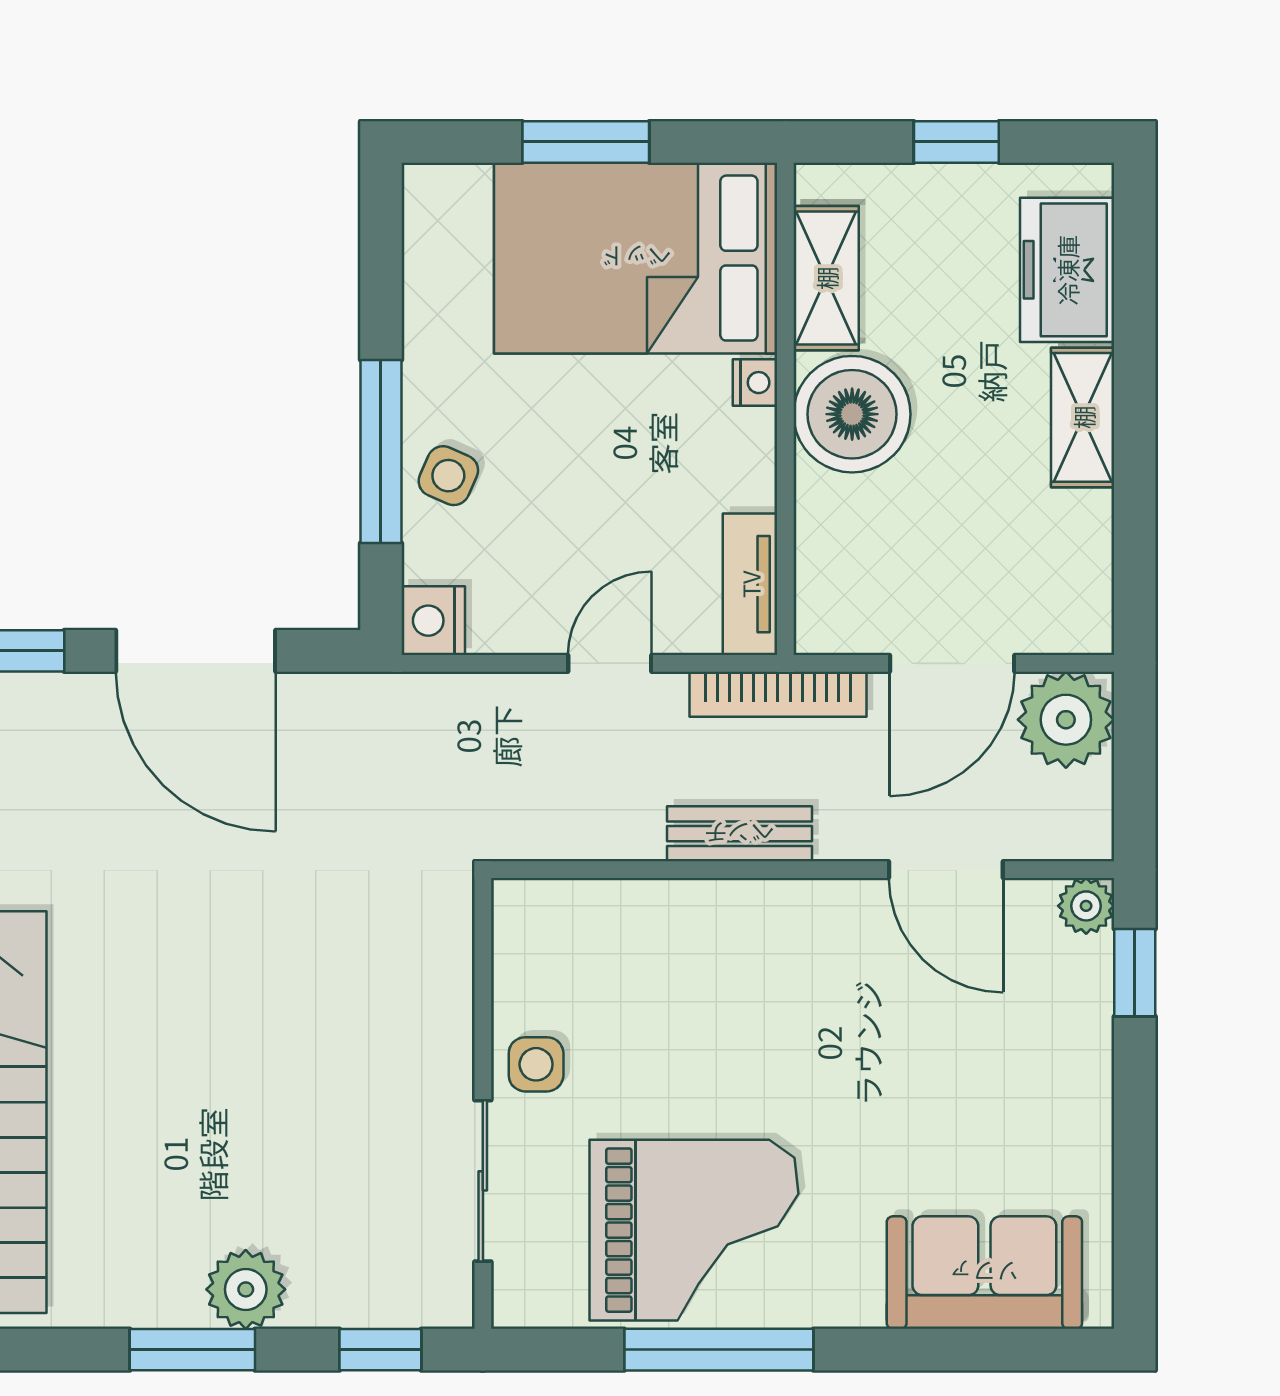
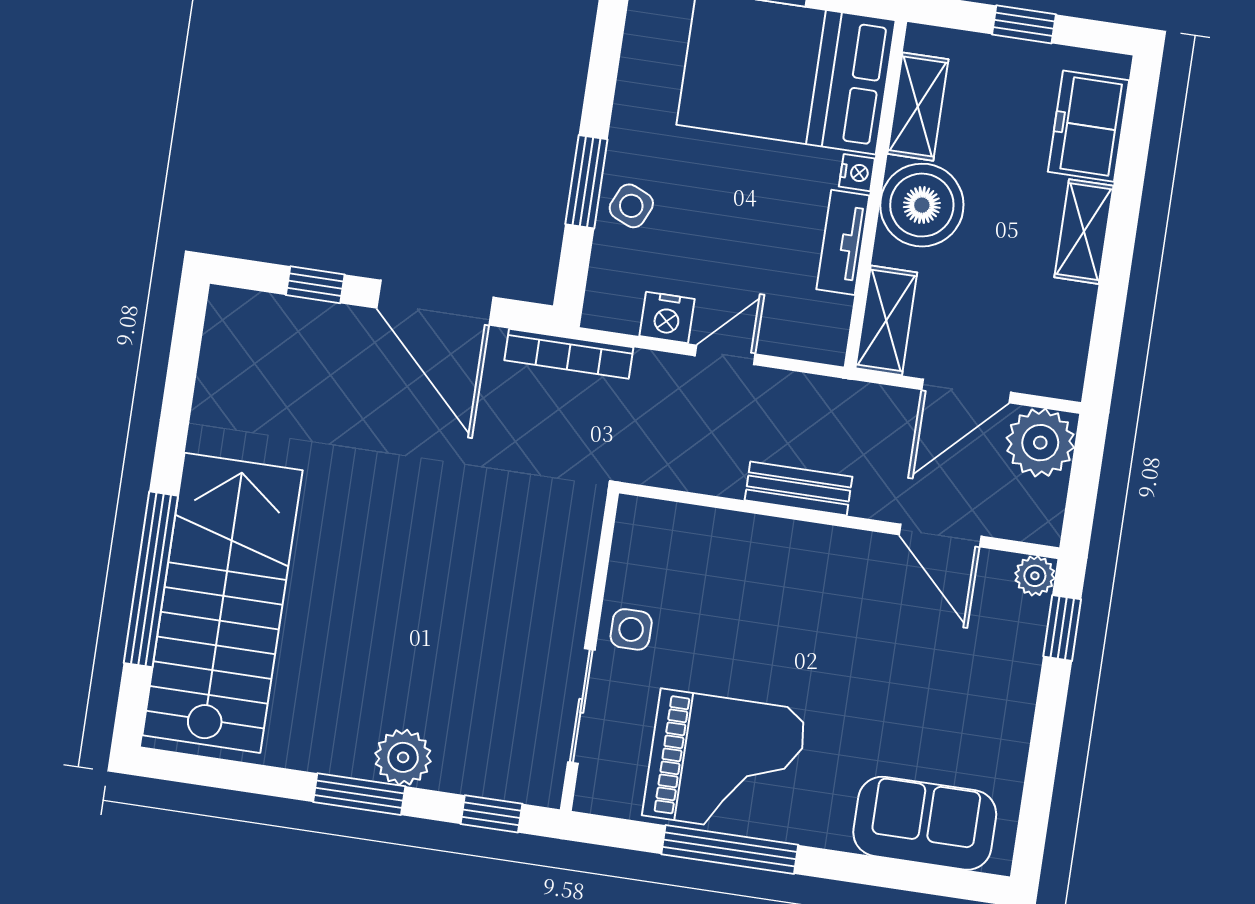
window: (381, 452) -> (586, 182), width x0.69
shelving: (827, 582) -> (886, 320), added
tv unit: (750, 584) -> (843, 242), moved
nightstand: (433, 621) -> (667, 317), moved, turned -90
bookcase: (778, 694) -> (569, 354), moved

